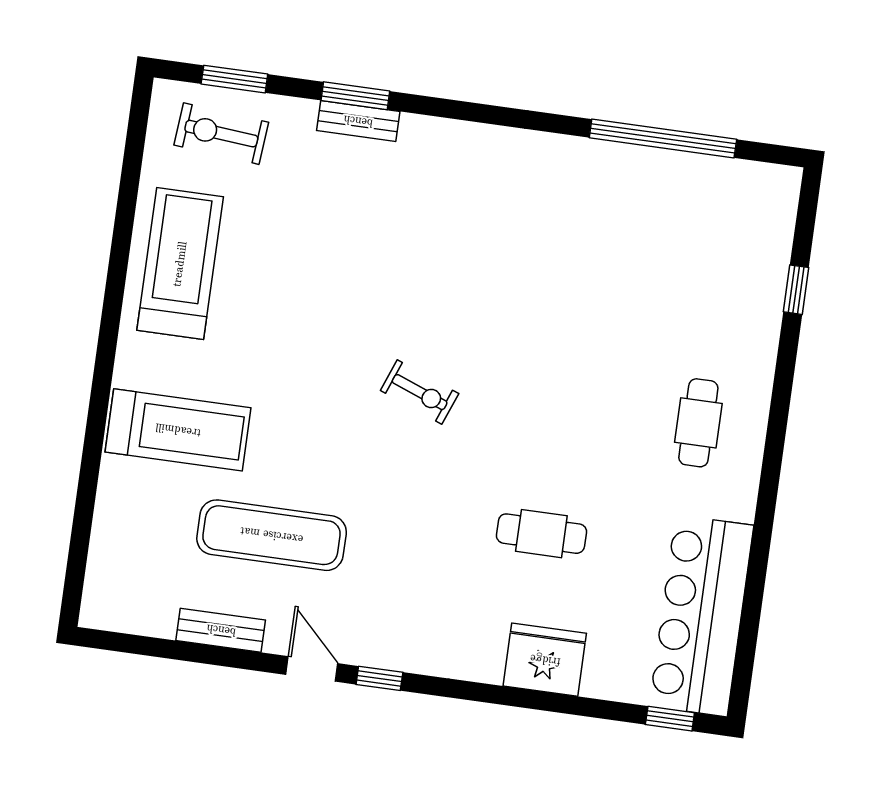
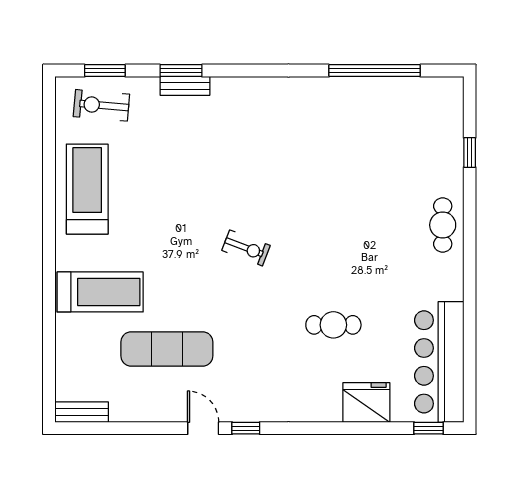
cafe table: (698, 423) -> (443, 225), moved
bench: (221, 630) -> (82, 412), moved
fridge: (545, 660) -> (366, 402), moved

